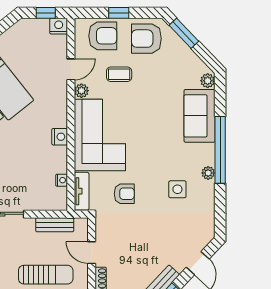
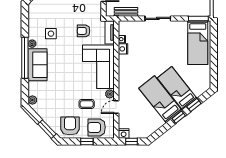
armchair: (146, 39) -> (70, 126), turned -90
sofa: (200, 116) -> (37, 65), moved
nightstand: (60, 137) -> (123, 49), moved

